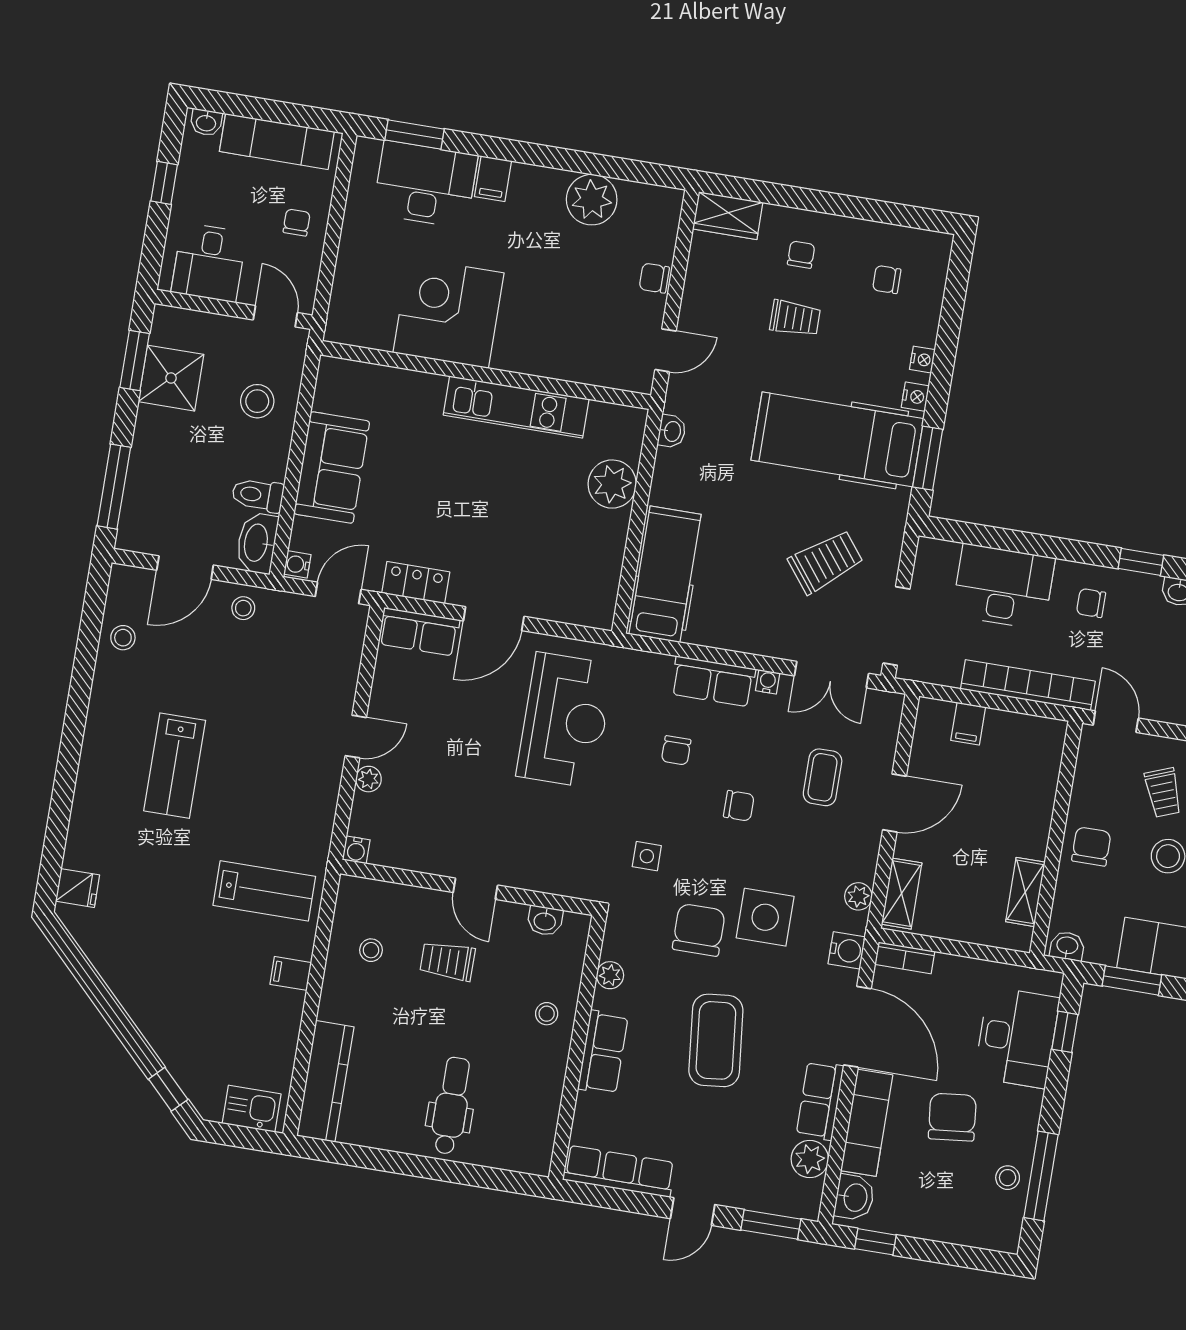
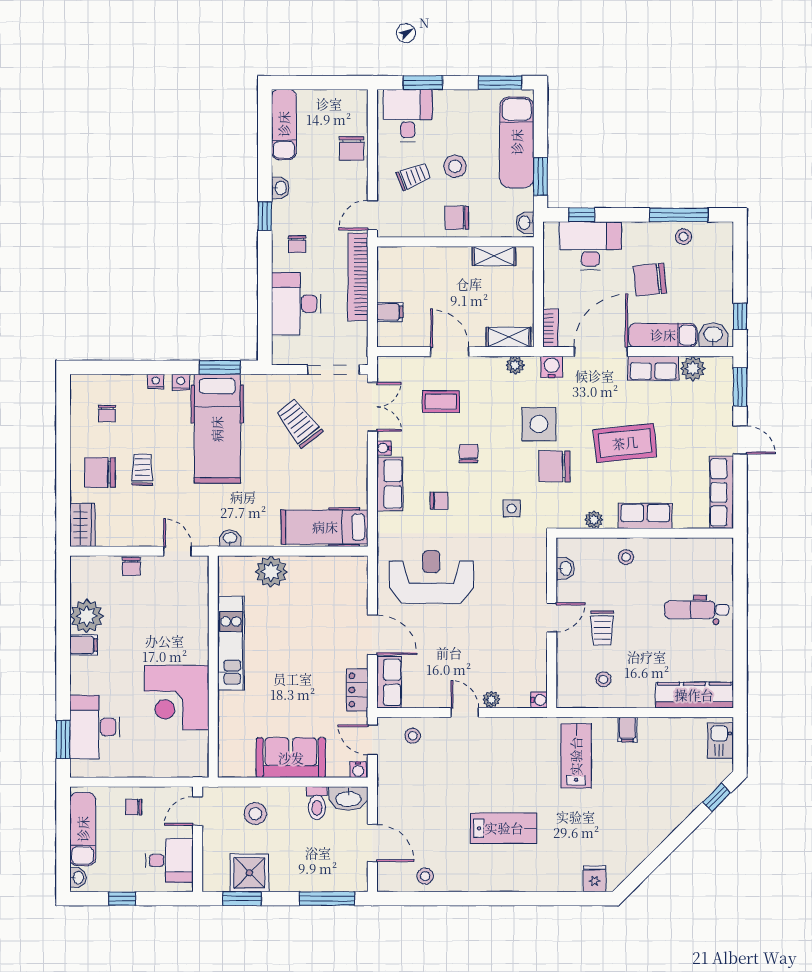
filing cabinet: (493, 179) -> (84, 645), moved
chair: (801, 255) -> (100, 473), width x1.87, depth x1.87
stool: (243, 608) -> (413, 736), moved

